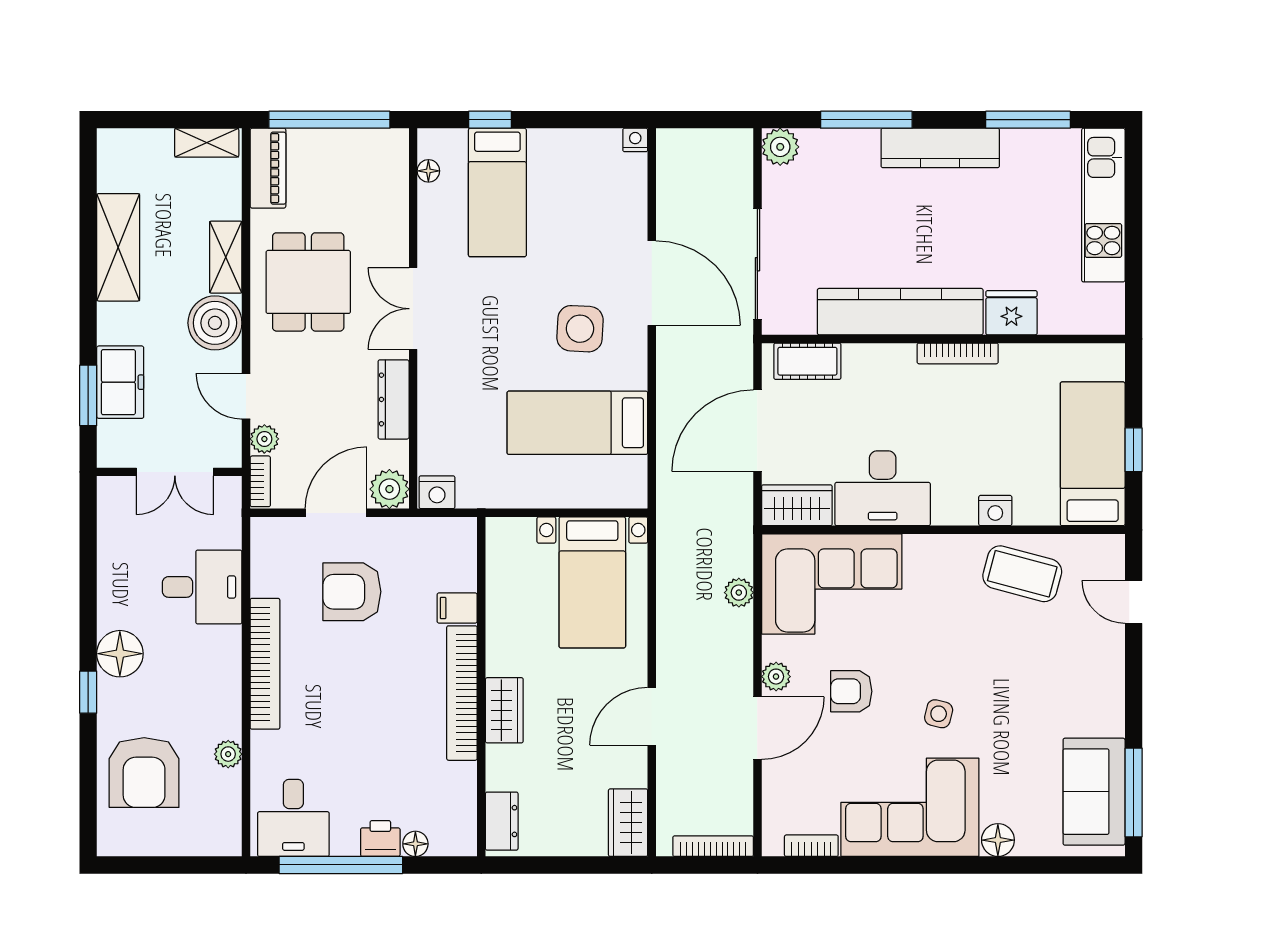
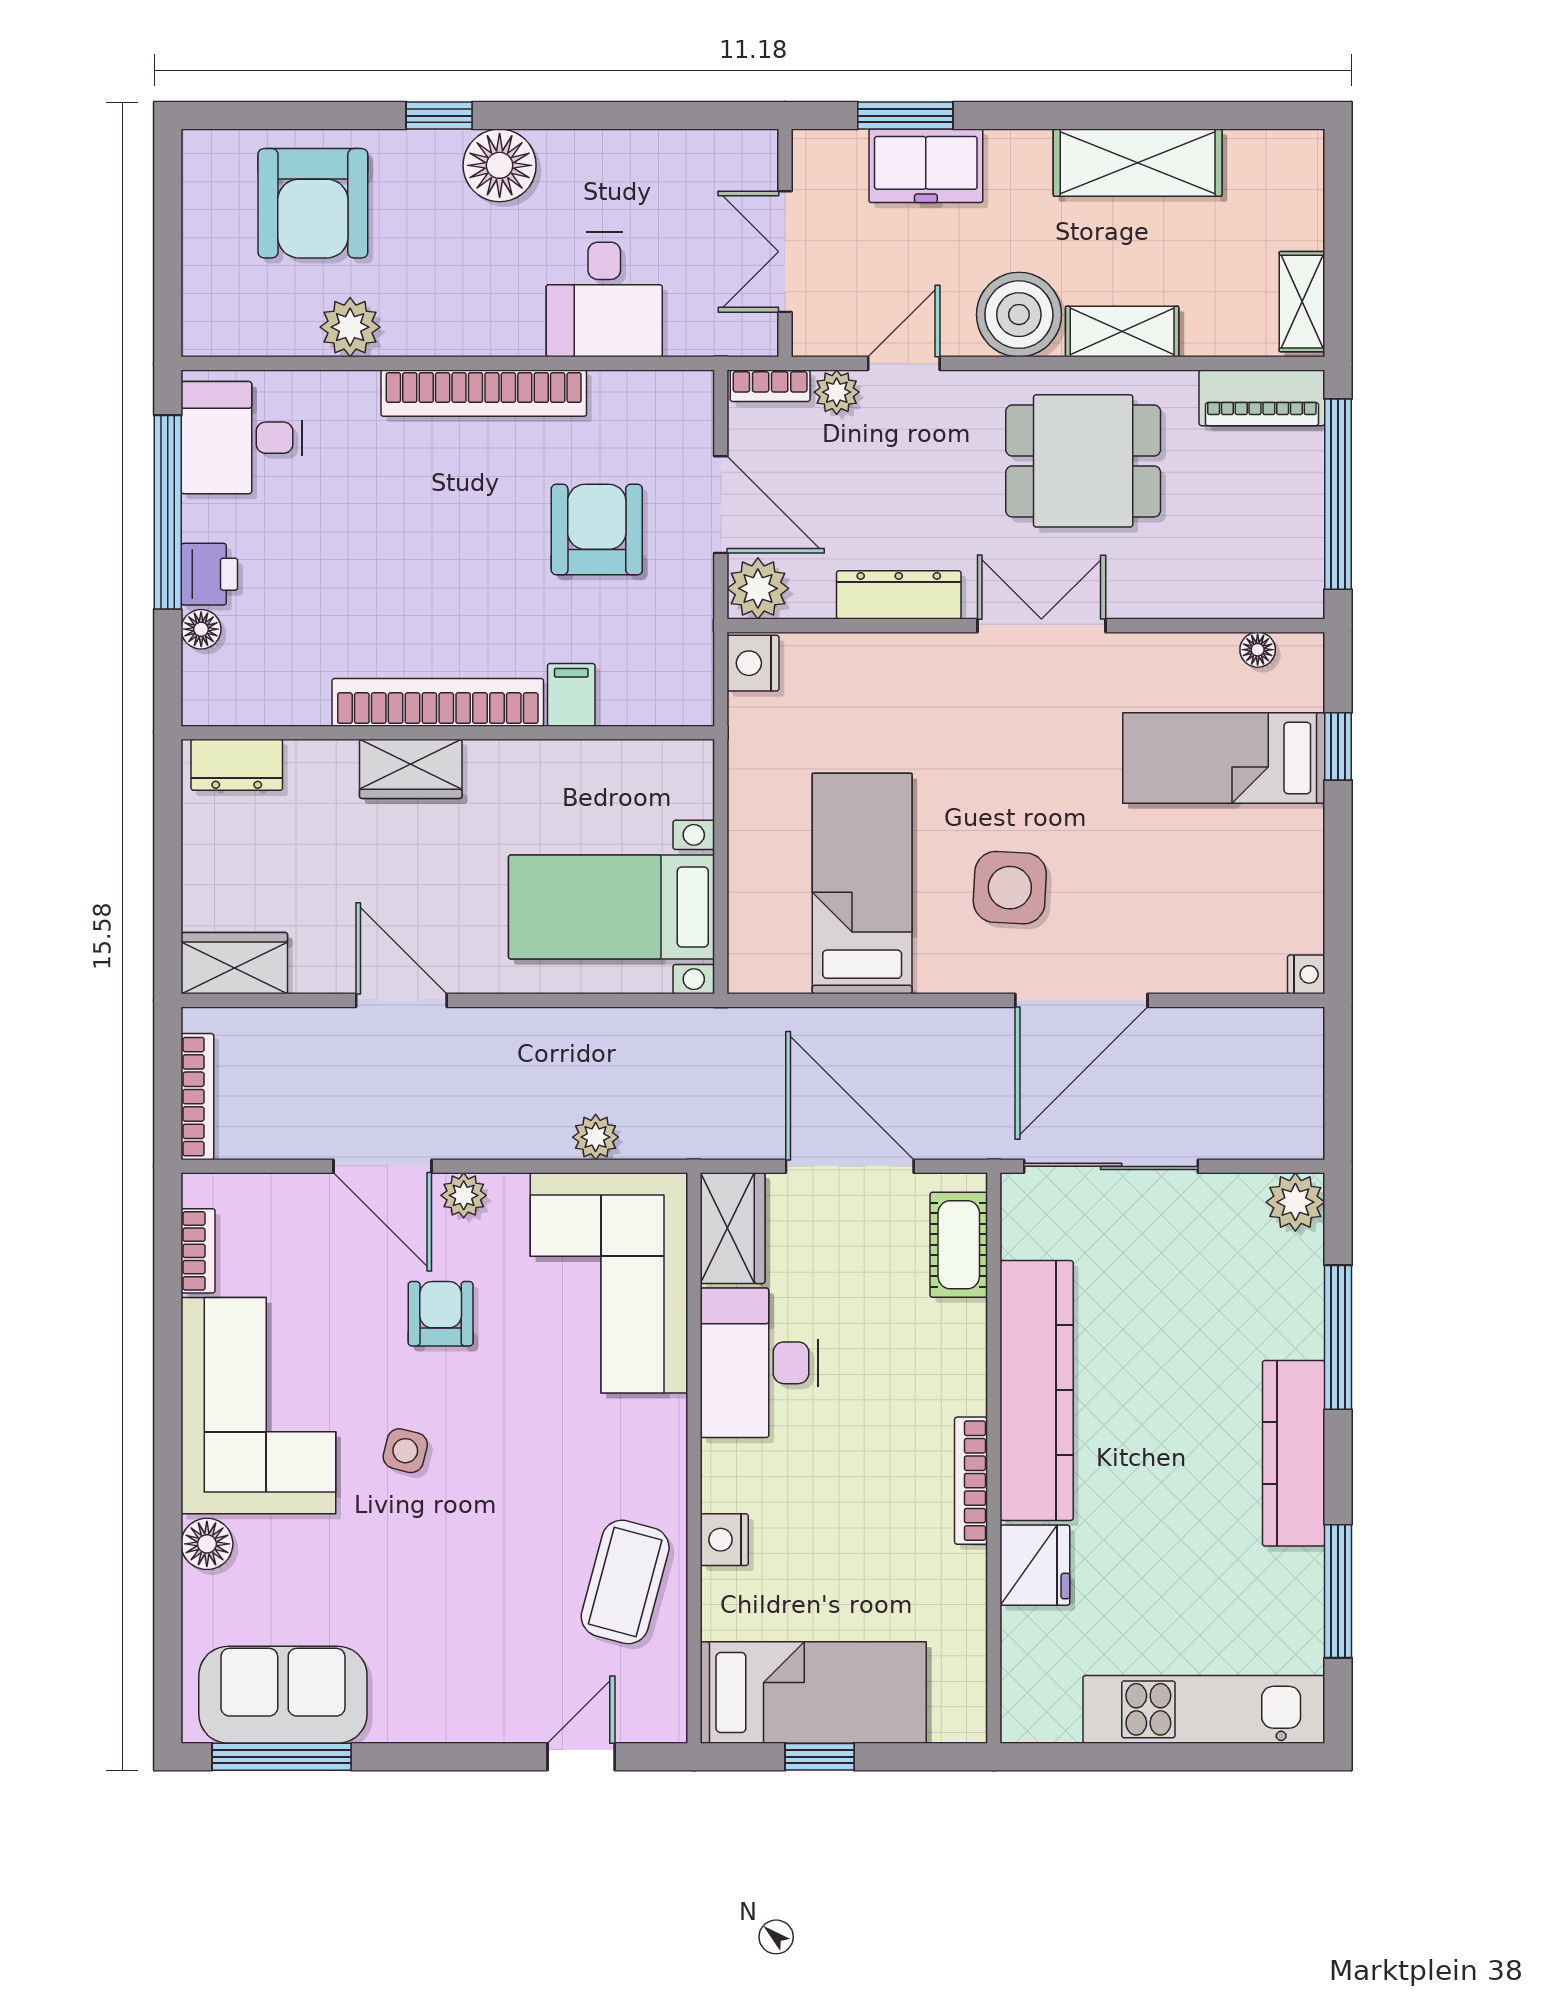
plant: (228, 754) -> (350, 327), width x1.38, depth x1.38
armchair: (144, 773) -> (313, 203), turned -90

